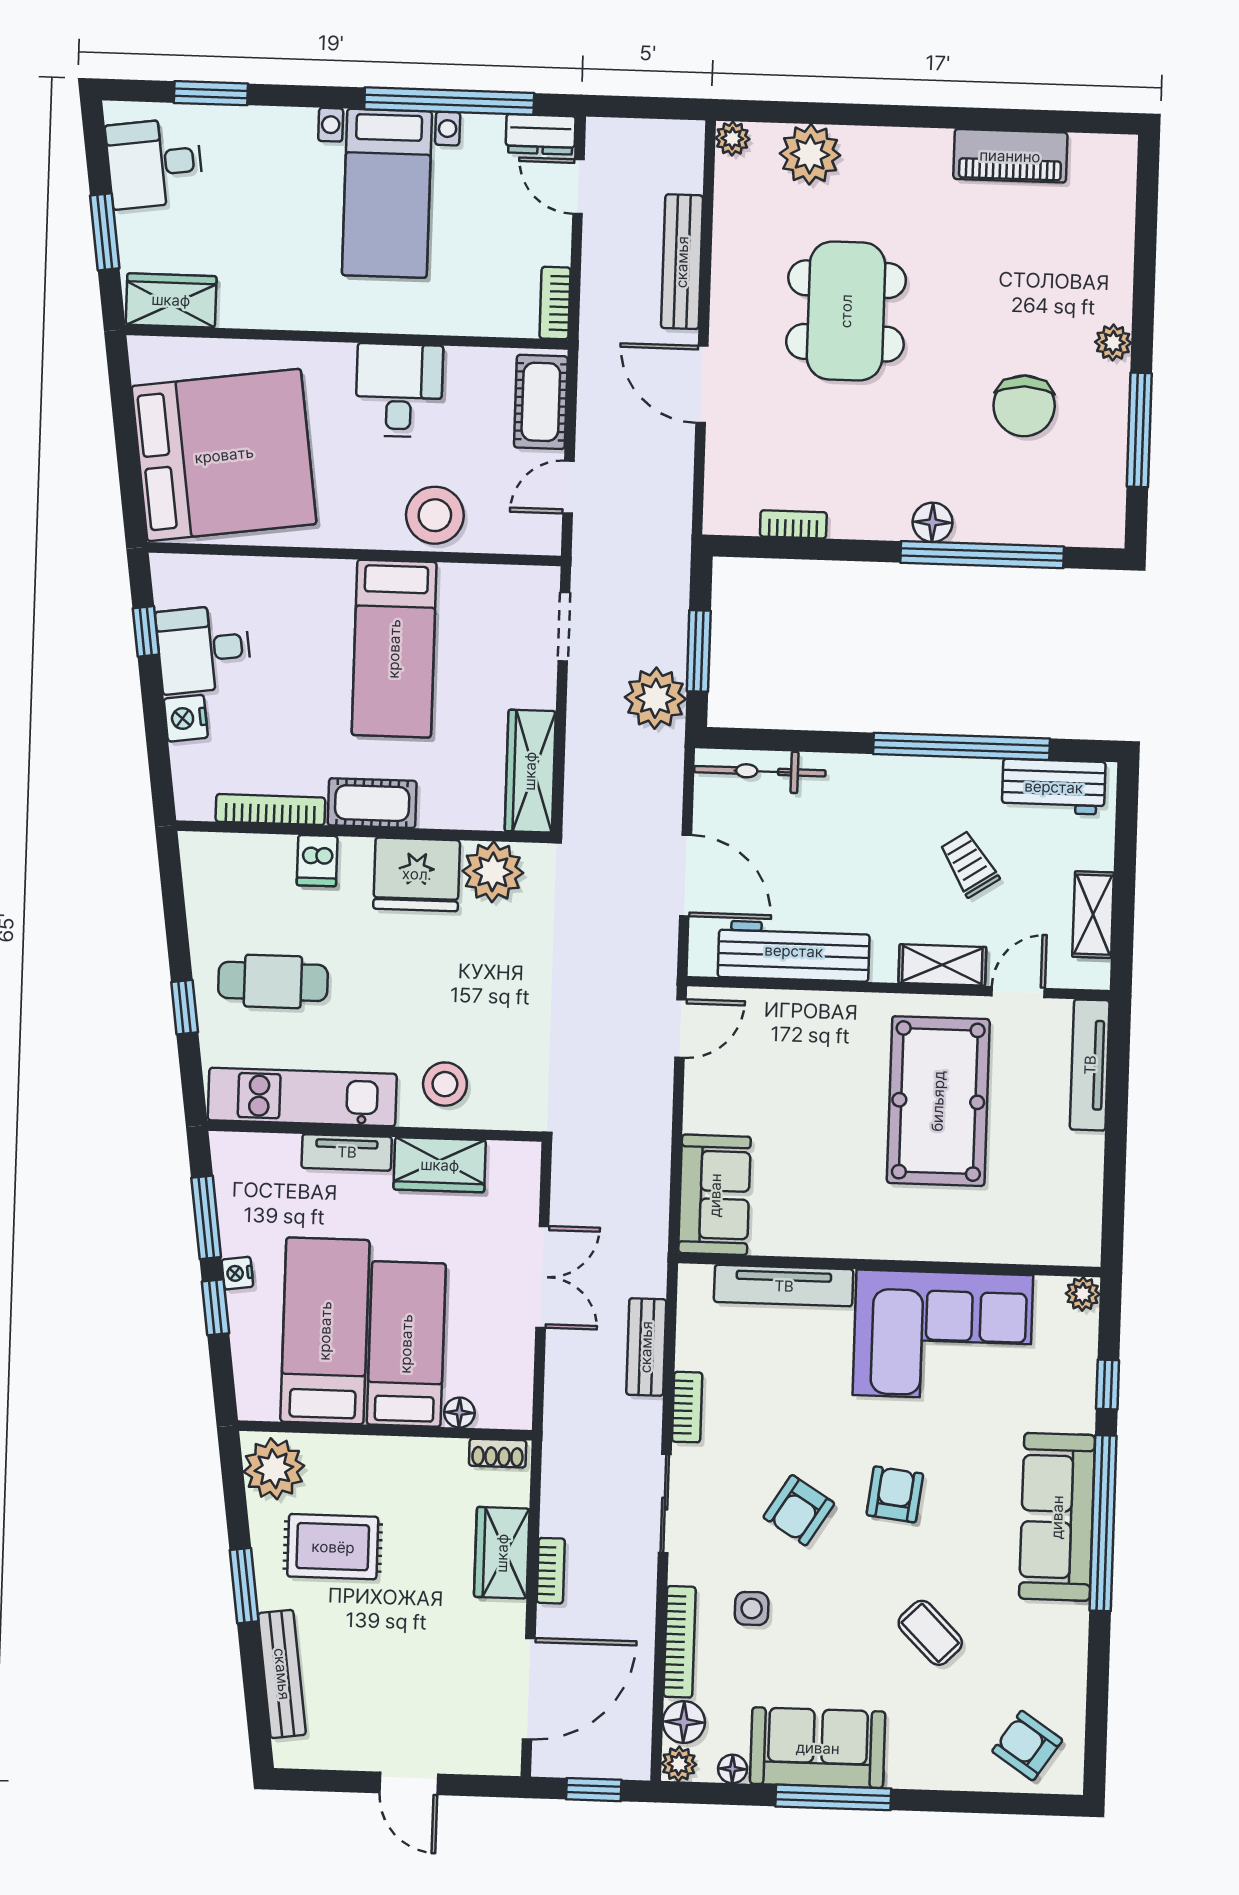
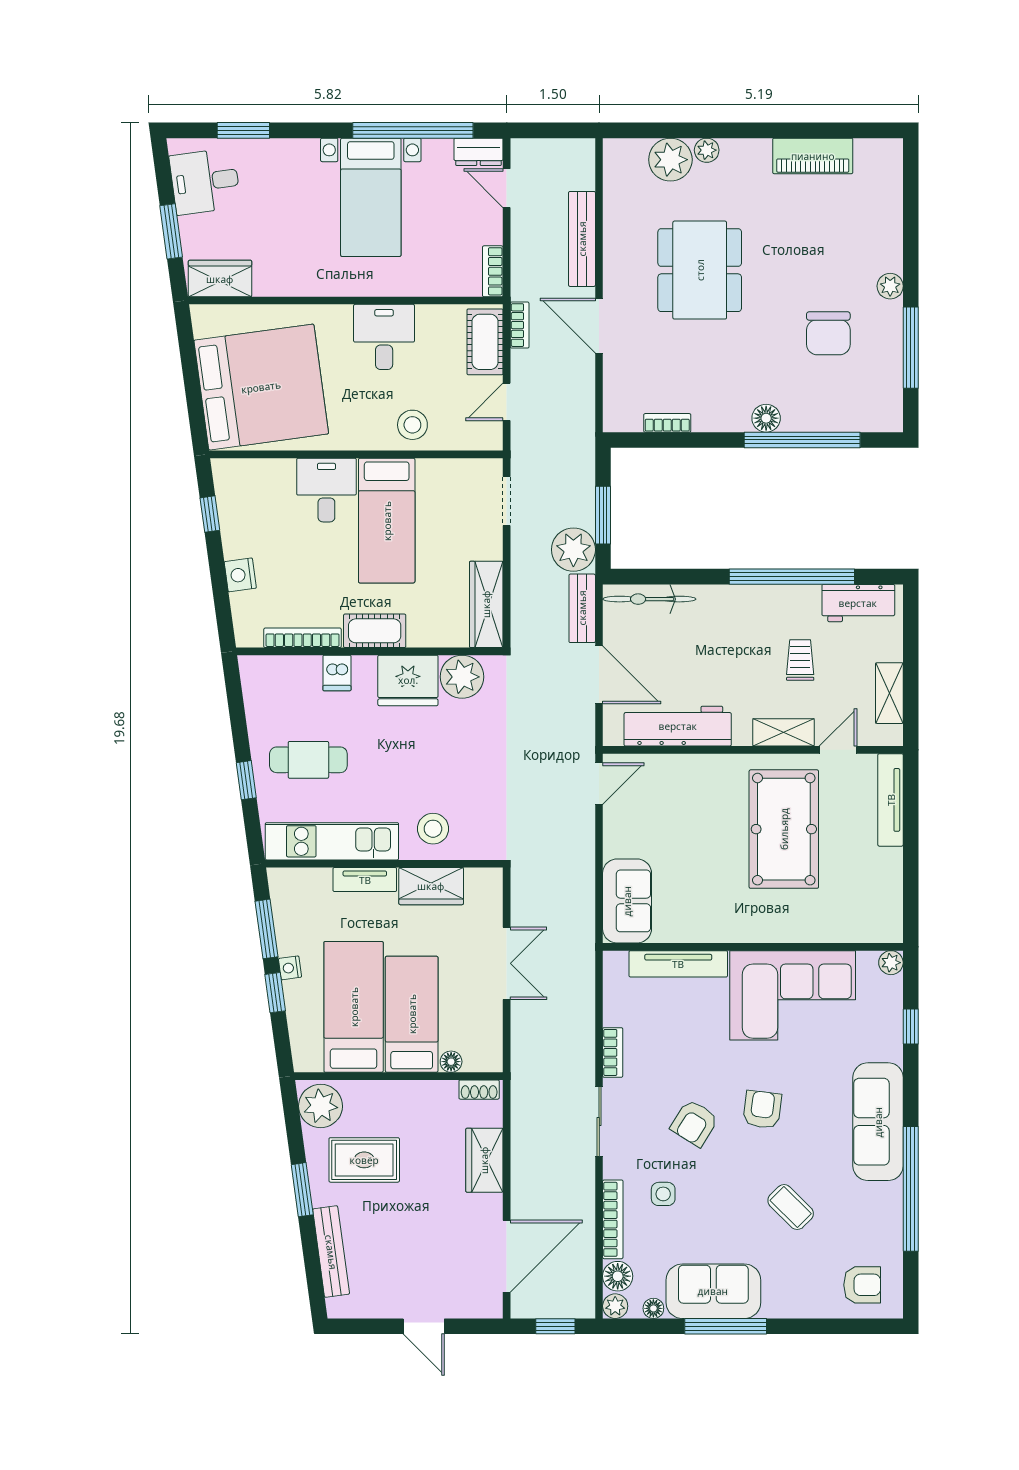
plant: (732, 138) -> (707, 150), moved
stool: (435, 515) -> (412, 425), width x0.73, depth x0.73
desk: (204, 649) -> (326, 490), moved, turned 98
trolley: (969, 864) -> (800, 660), turned 33
bench: (646, 1347) -> (582, 608), moved
window: (1103, 1523) -> (911, 1189), moved
bookcase: (551, 1571) -> (520, 325), moved
armchair: (1027, 1746) -> (862, 1285), turned 146

